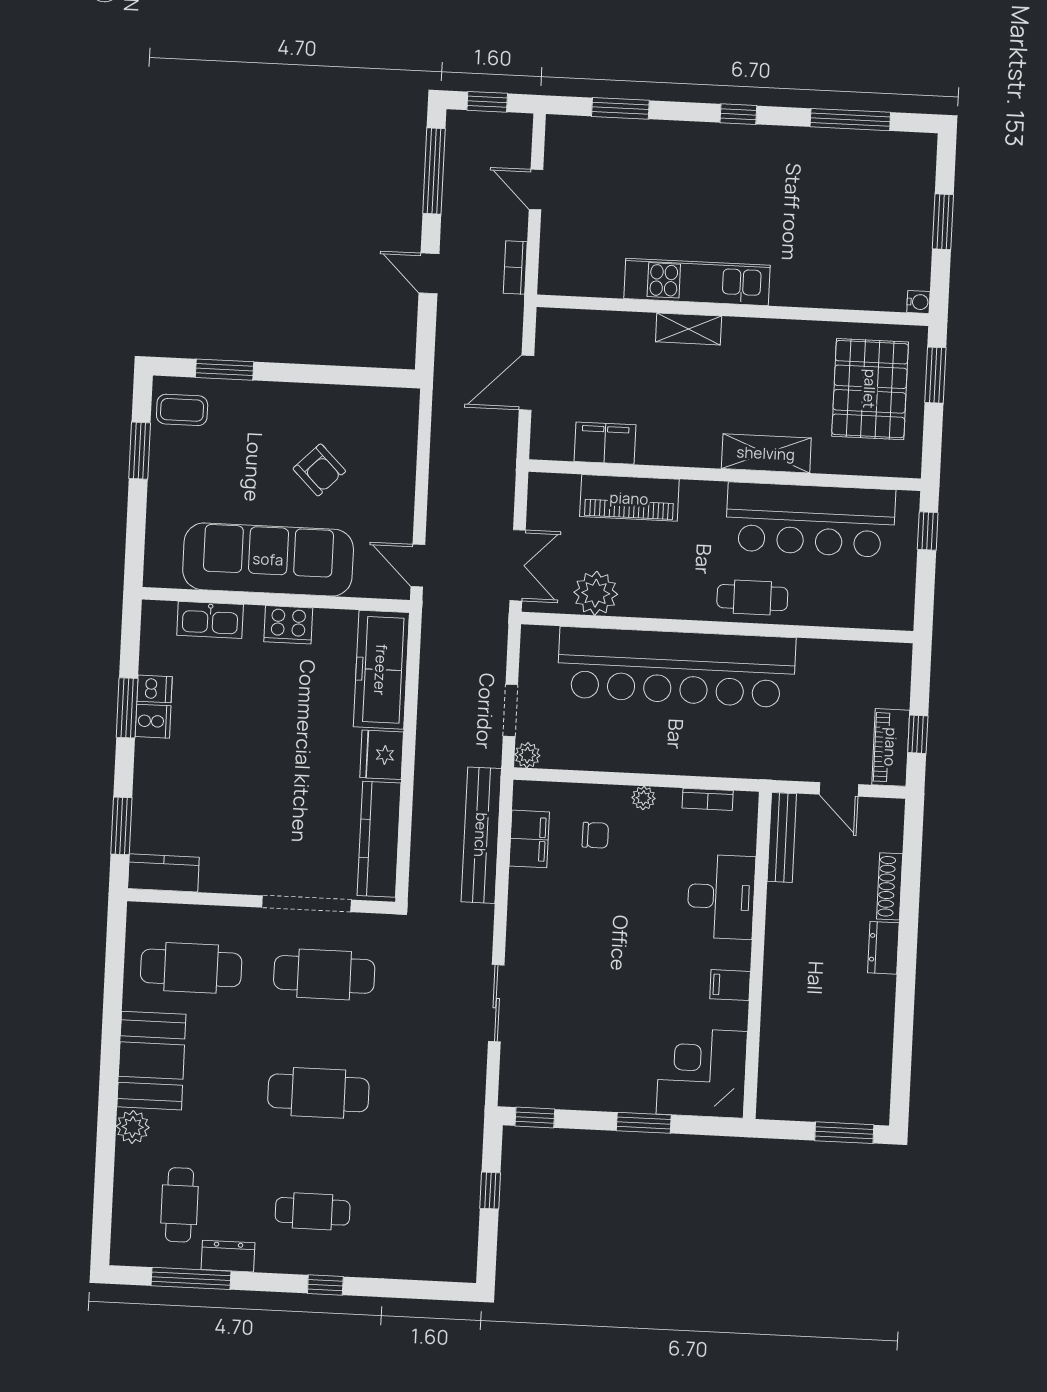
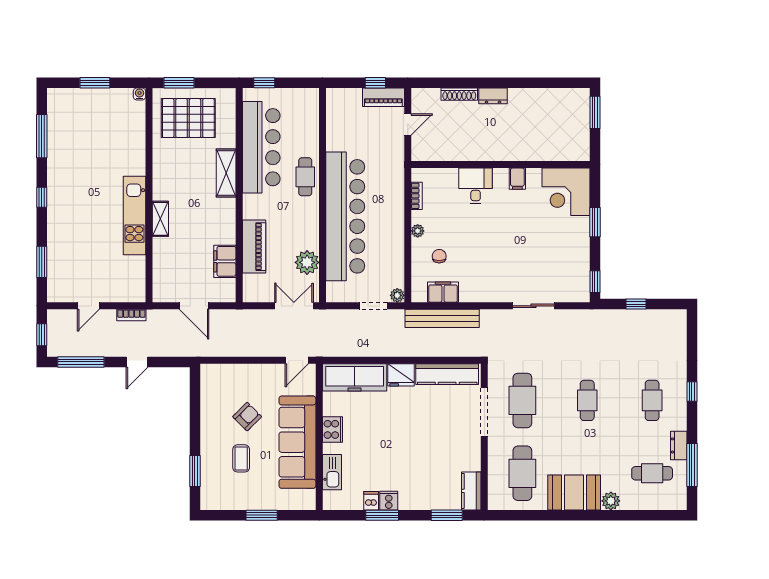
coffee table: (182, 410) -> (241, 458), moved
window: (140, 451) -> (262, 515), moved
bench: (782, 837) -> (435, 154), removed
desk: (721, 897) -> (476, 186), width x0.73
cafe table: (318, 1093) -> (587, 400), width x0.73, depth x0.74

